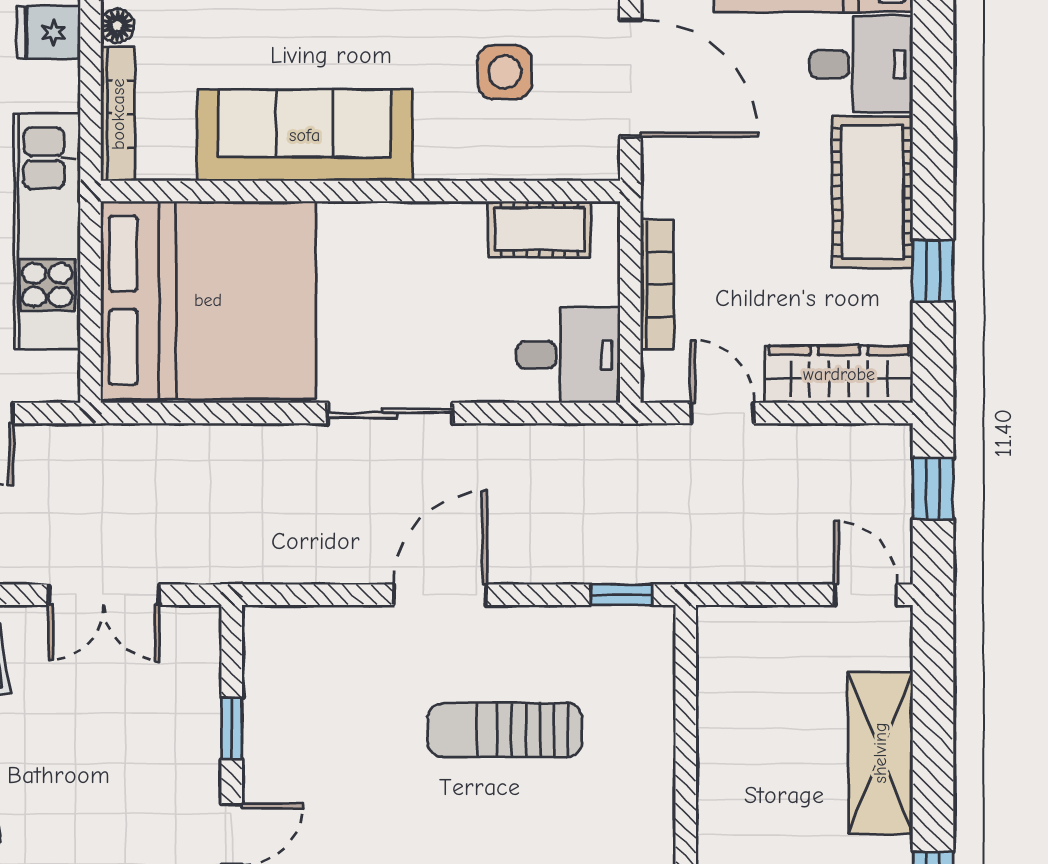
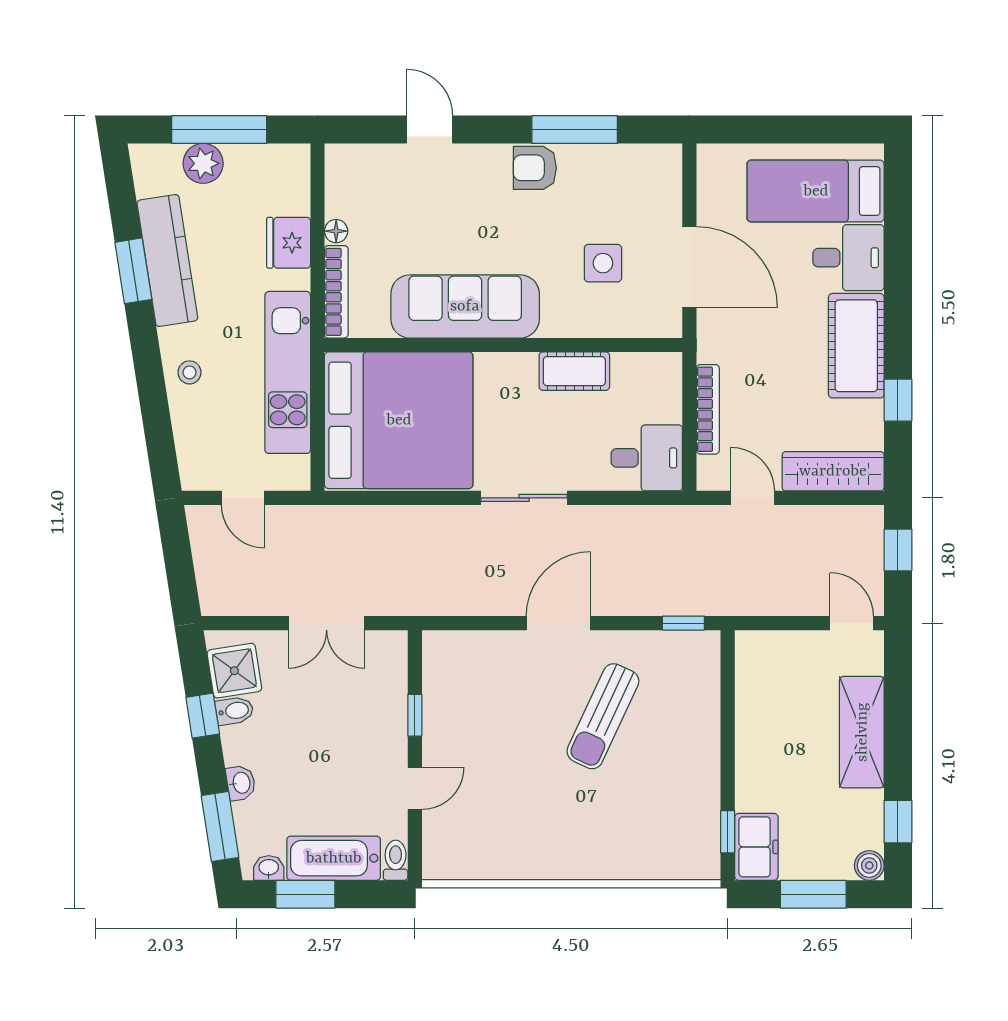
fridge: (49, 32) -> (289, 243), width x1.38
cot: (539, 229) -> (574, 371), moved
sun lounger: (505, 730) -> (603, 716), turned -65

